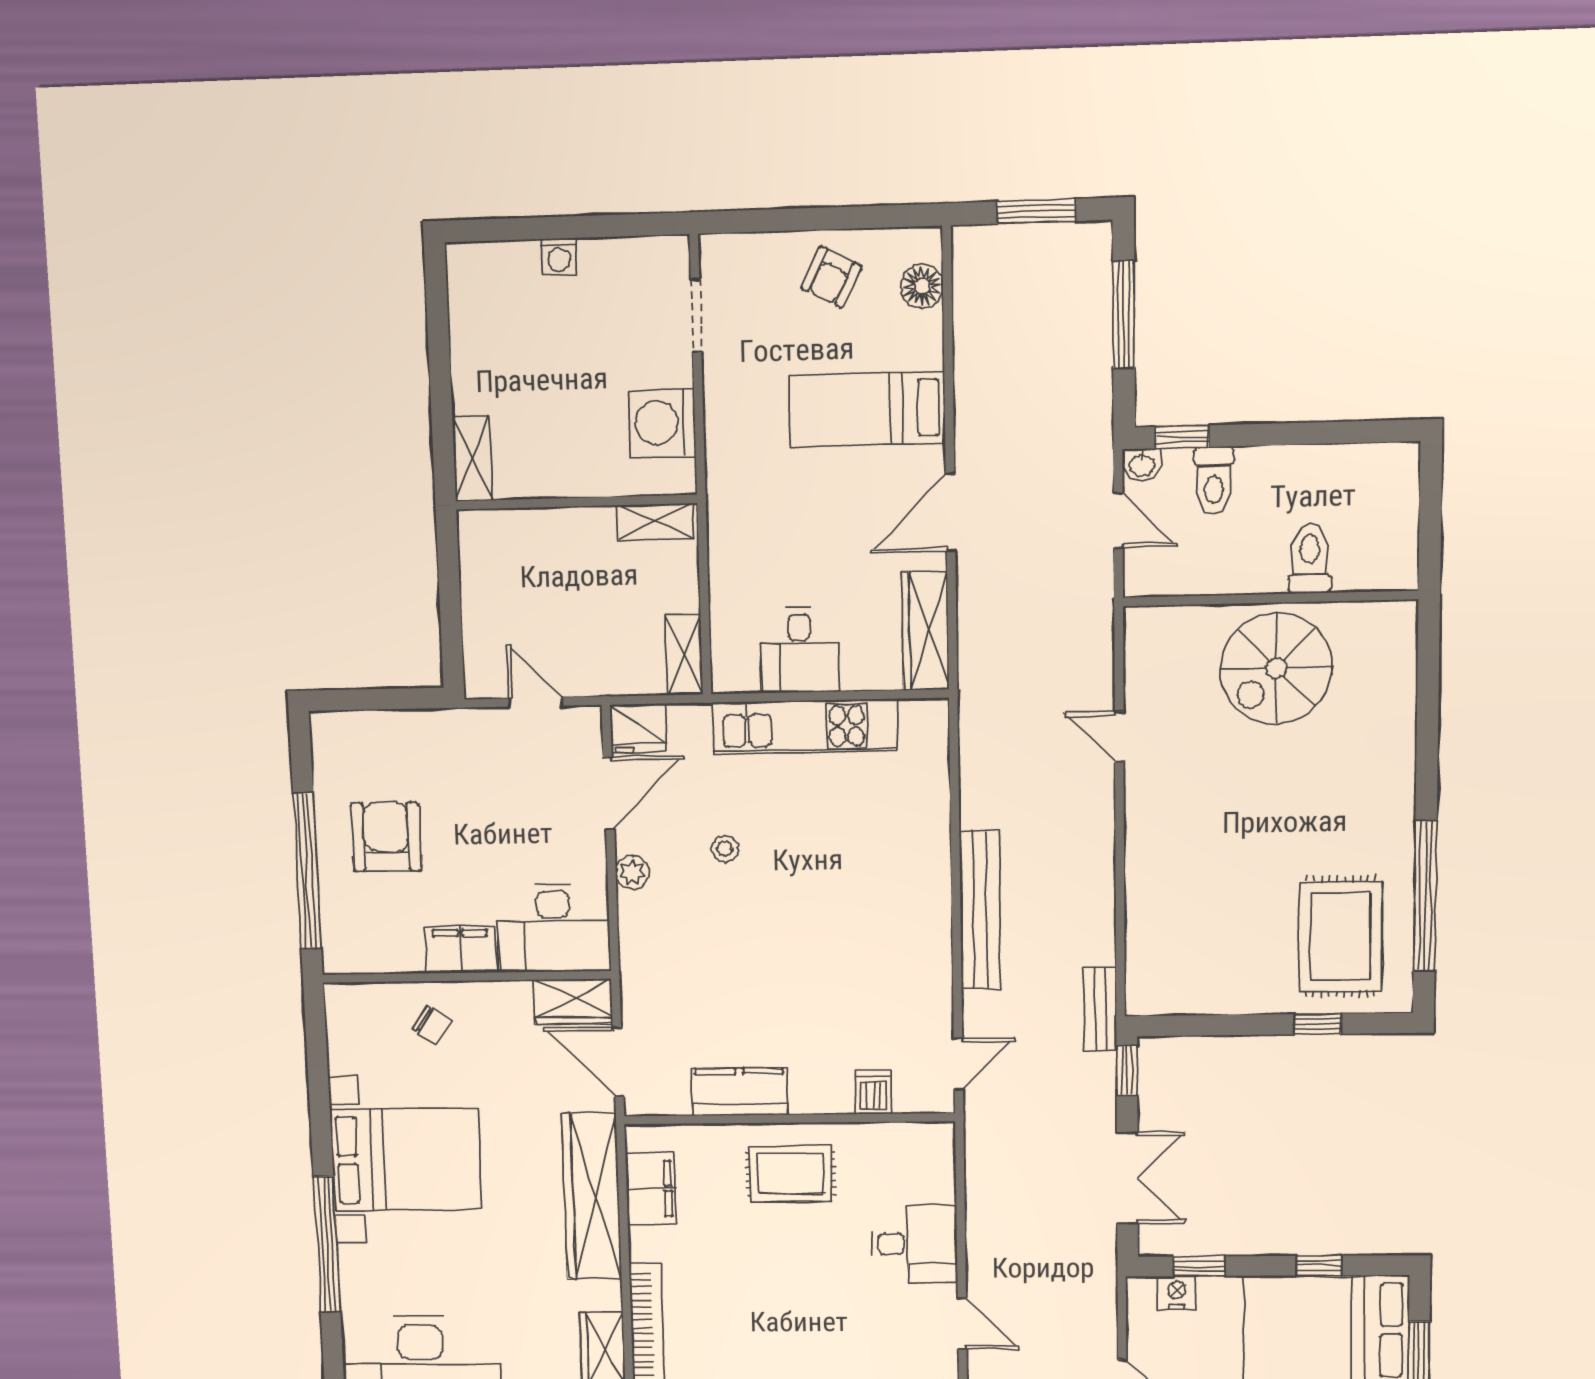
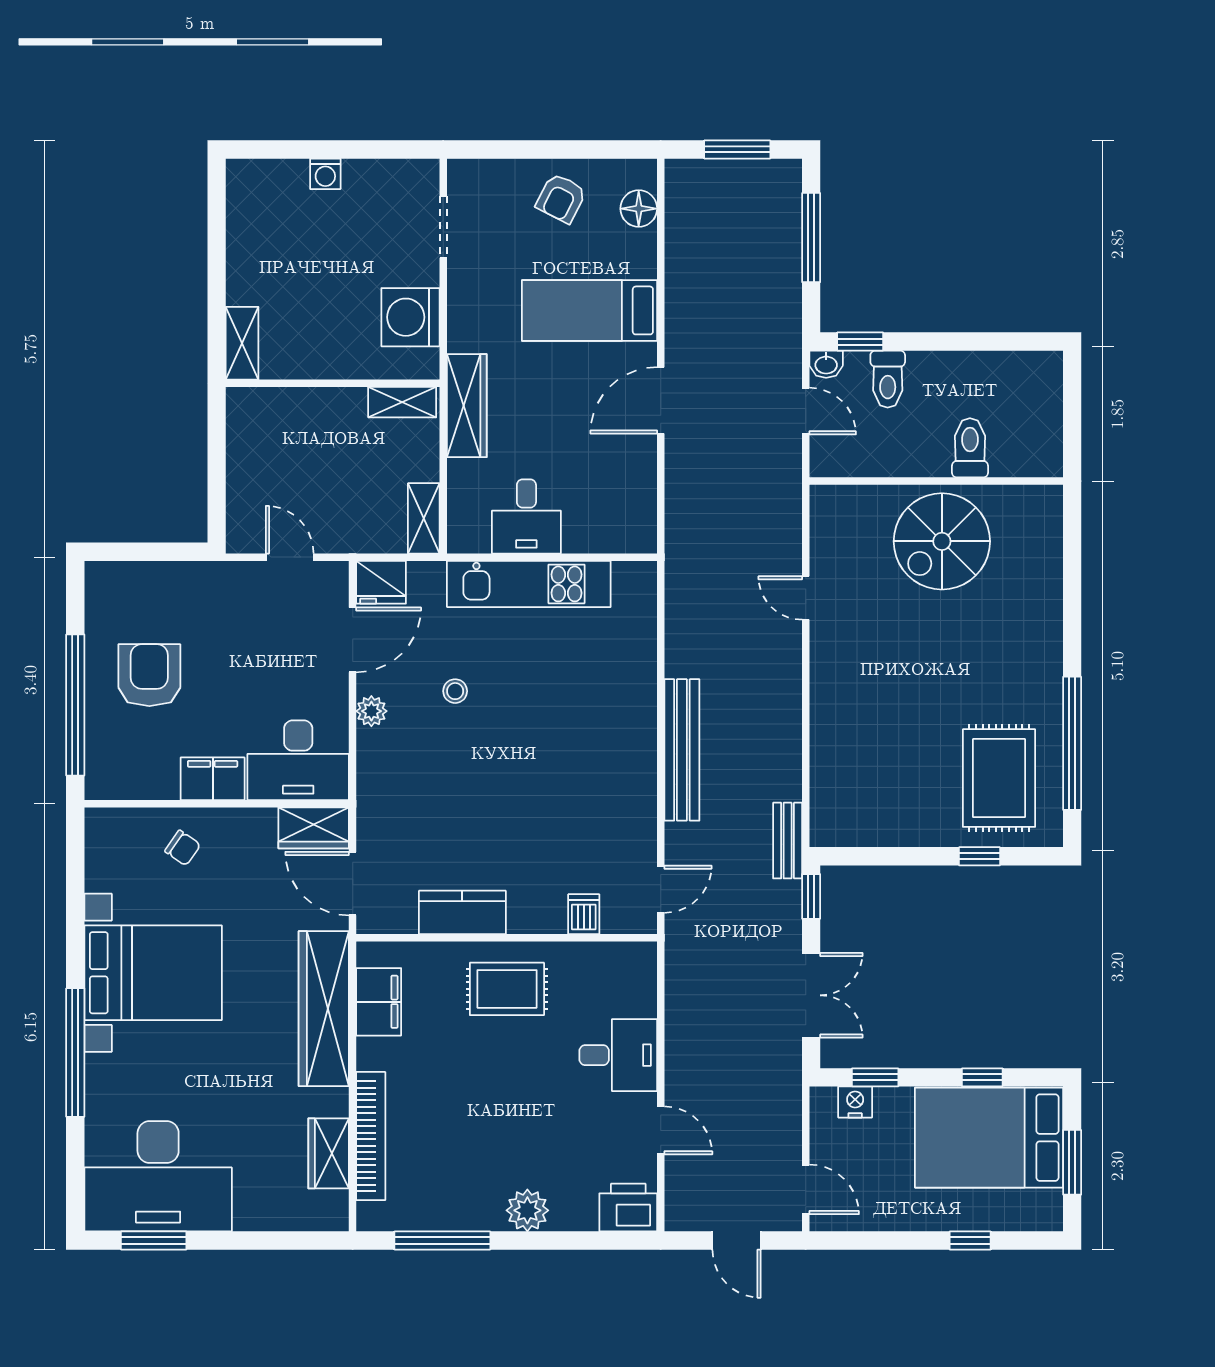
wardrobe: (925, 631) -> (467, 406), moved, turned 180

